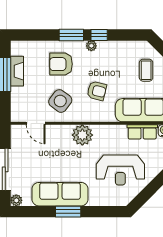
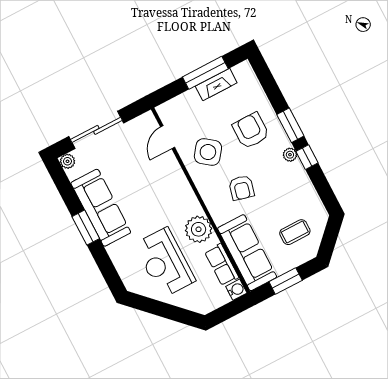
plant: (82, 135) -> (199, 229), moved

